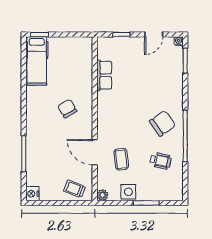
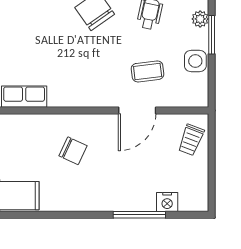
chair: (67, 109) -> (73, 151), turned -125
nightstand: (32, 194) -> (167, 202), moved
plant: (103, 195) -> (200, 19), moved

